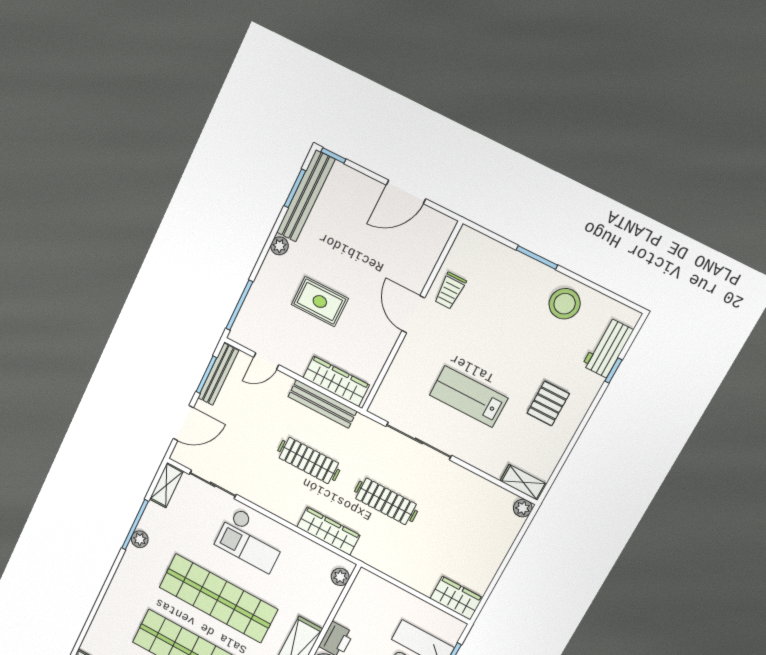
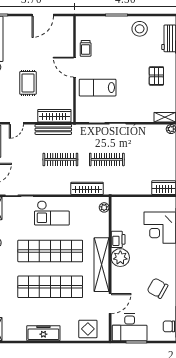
rug: (320, 301) -> (28, 83), turned 90
lab bench: (469, 397) -> (98, 88), moved

